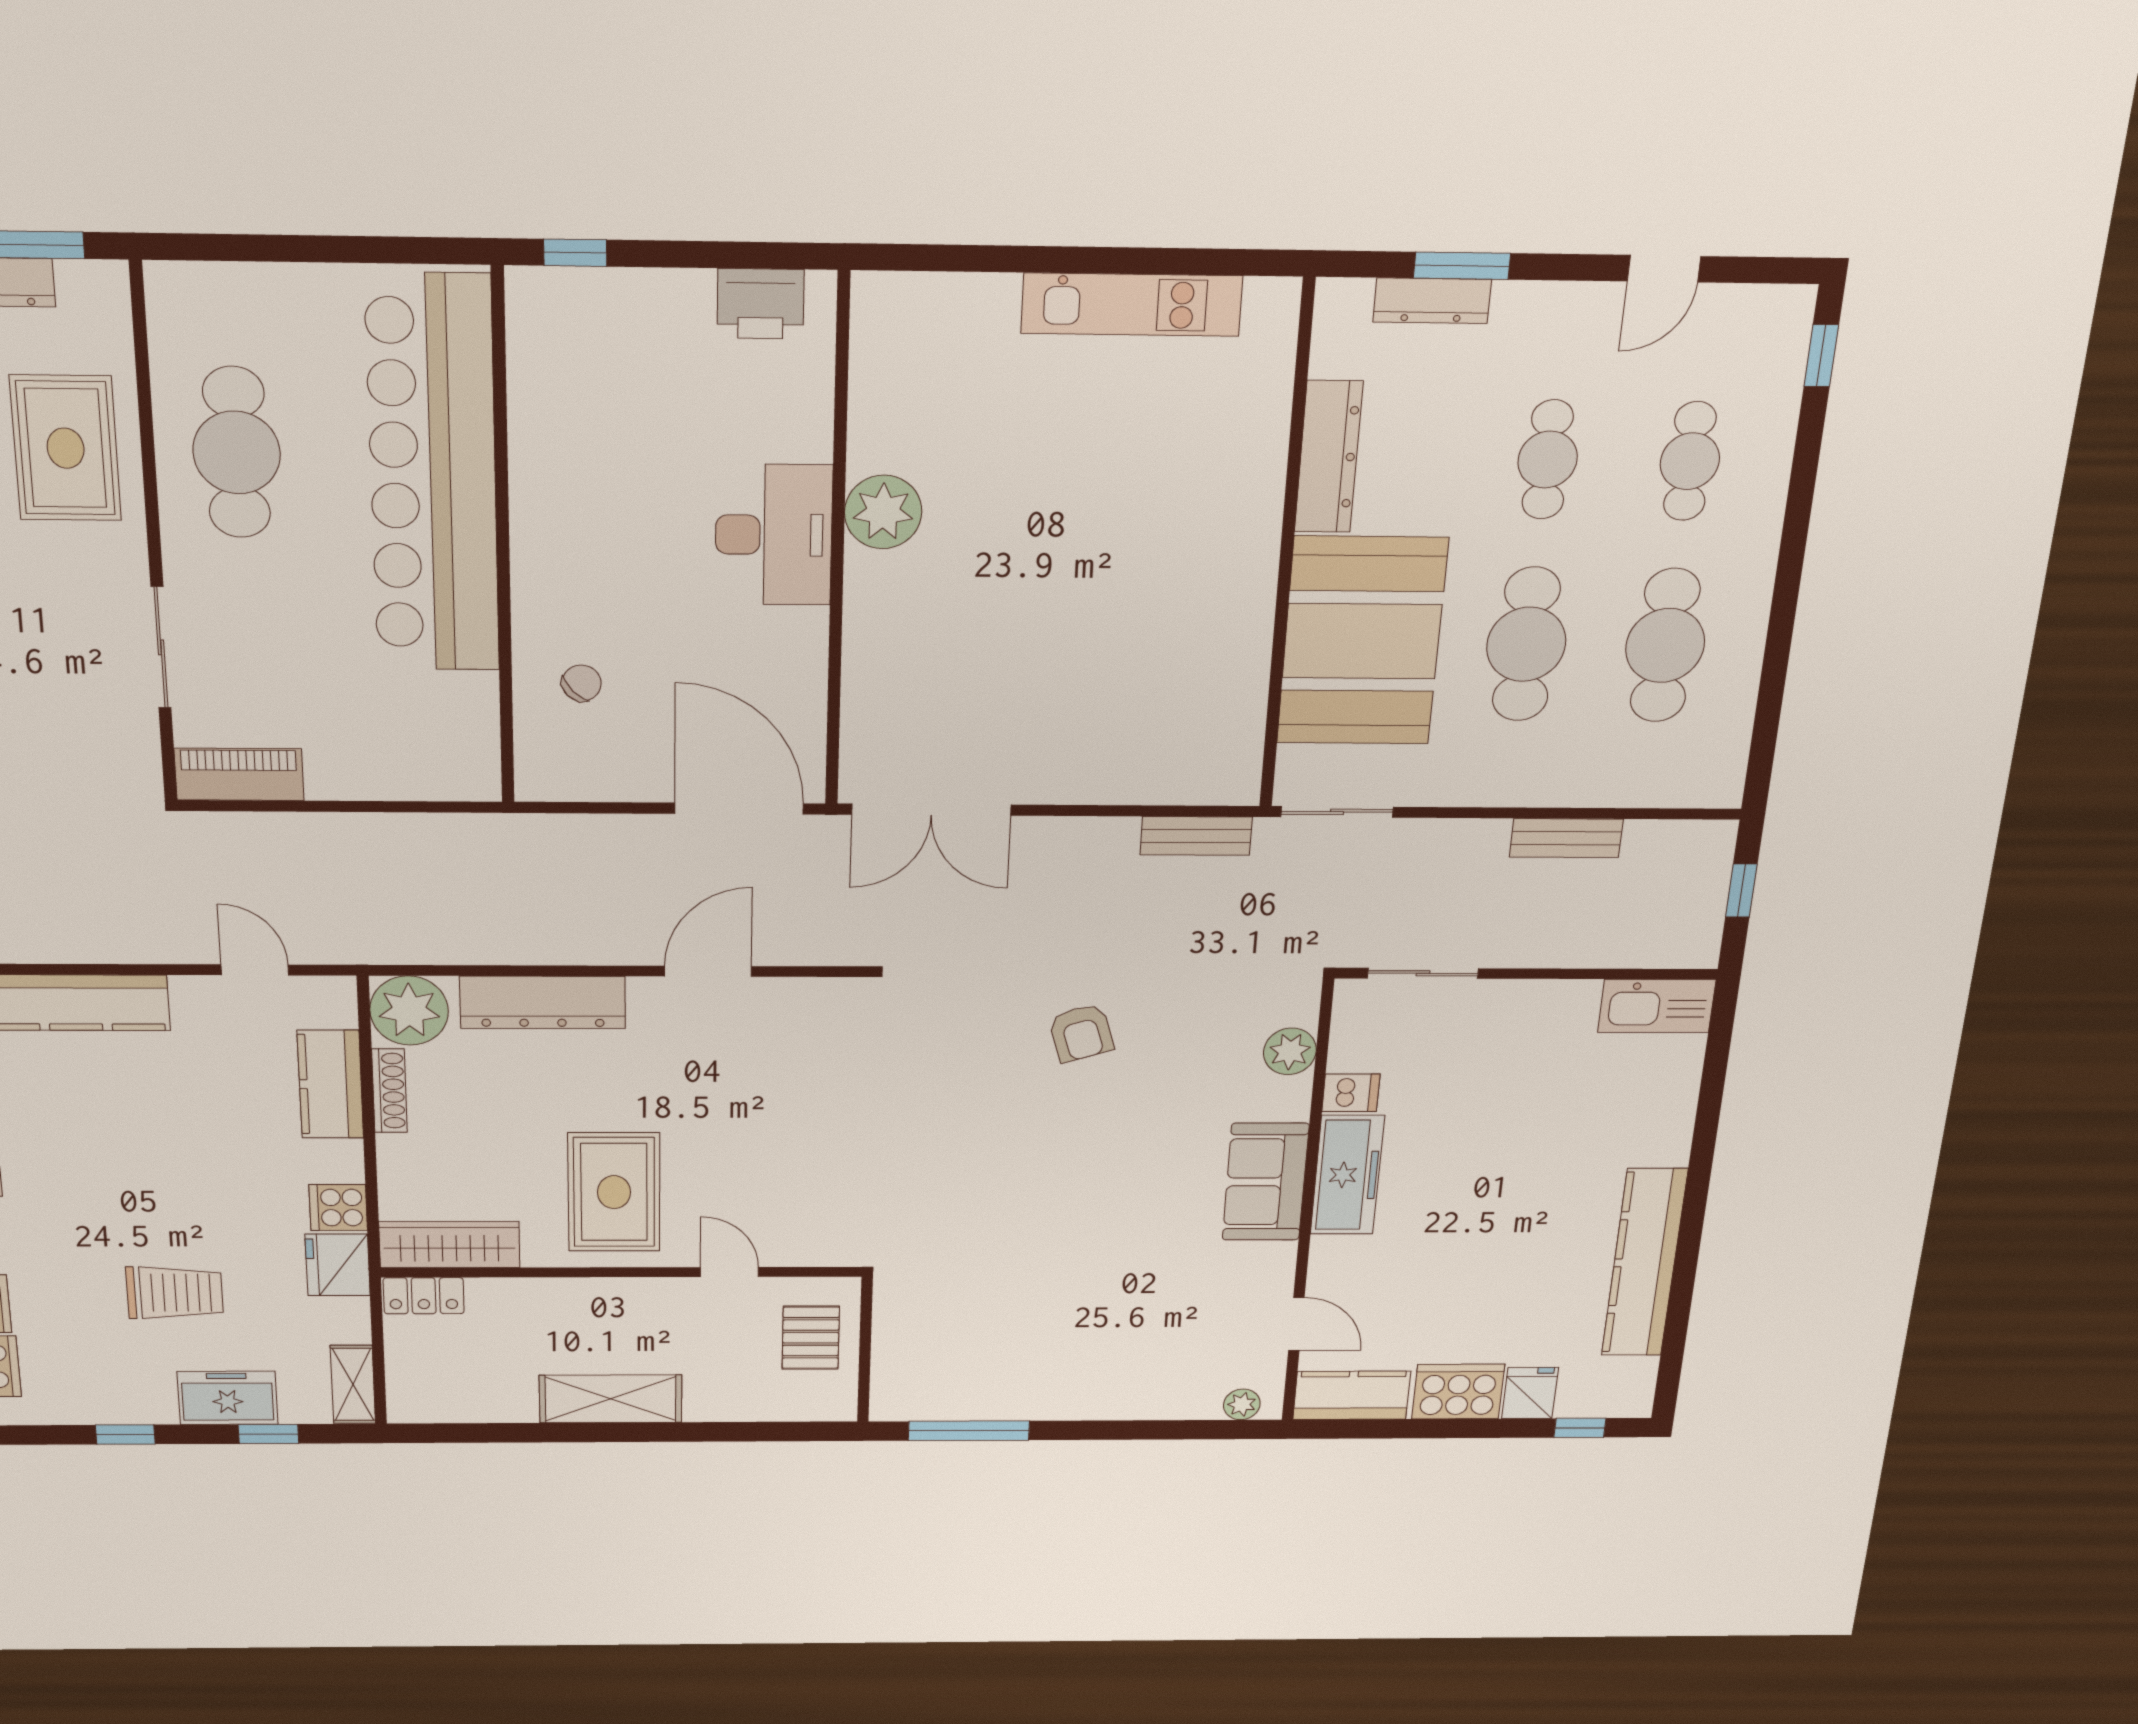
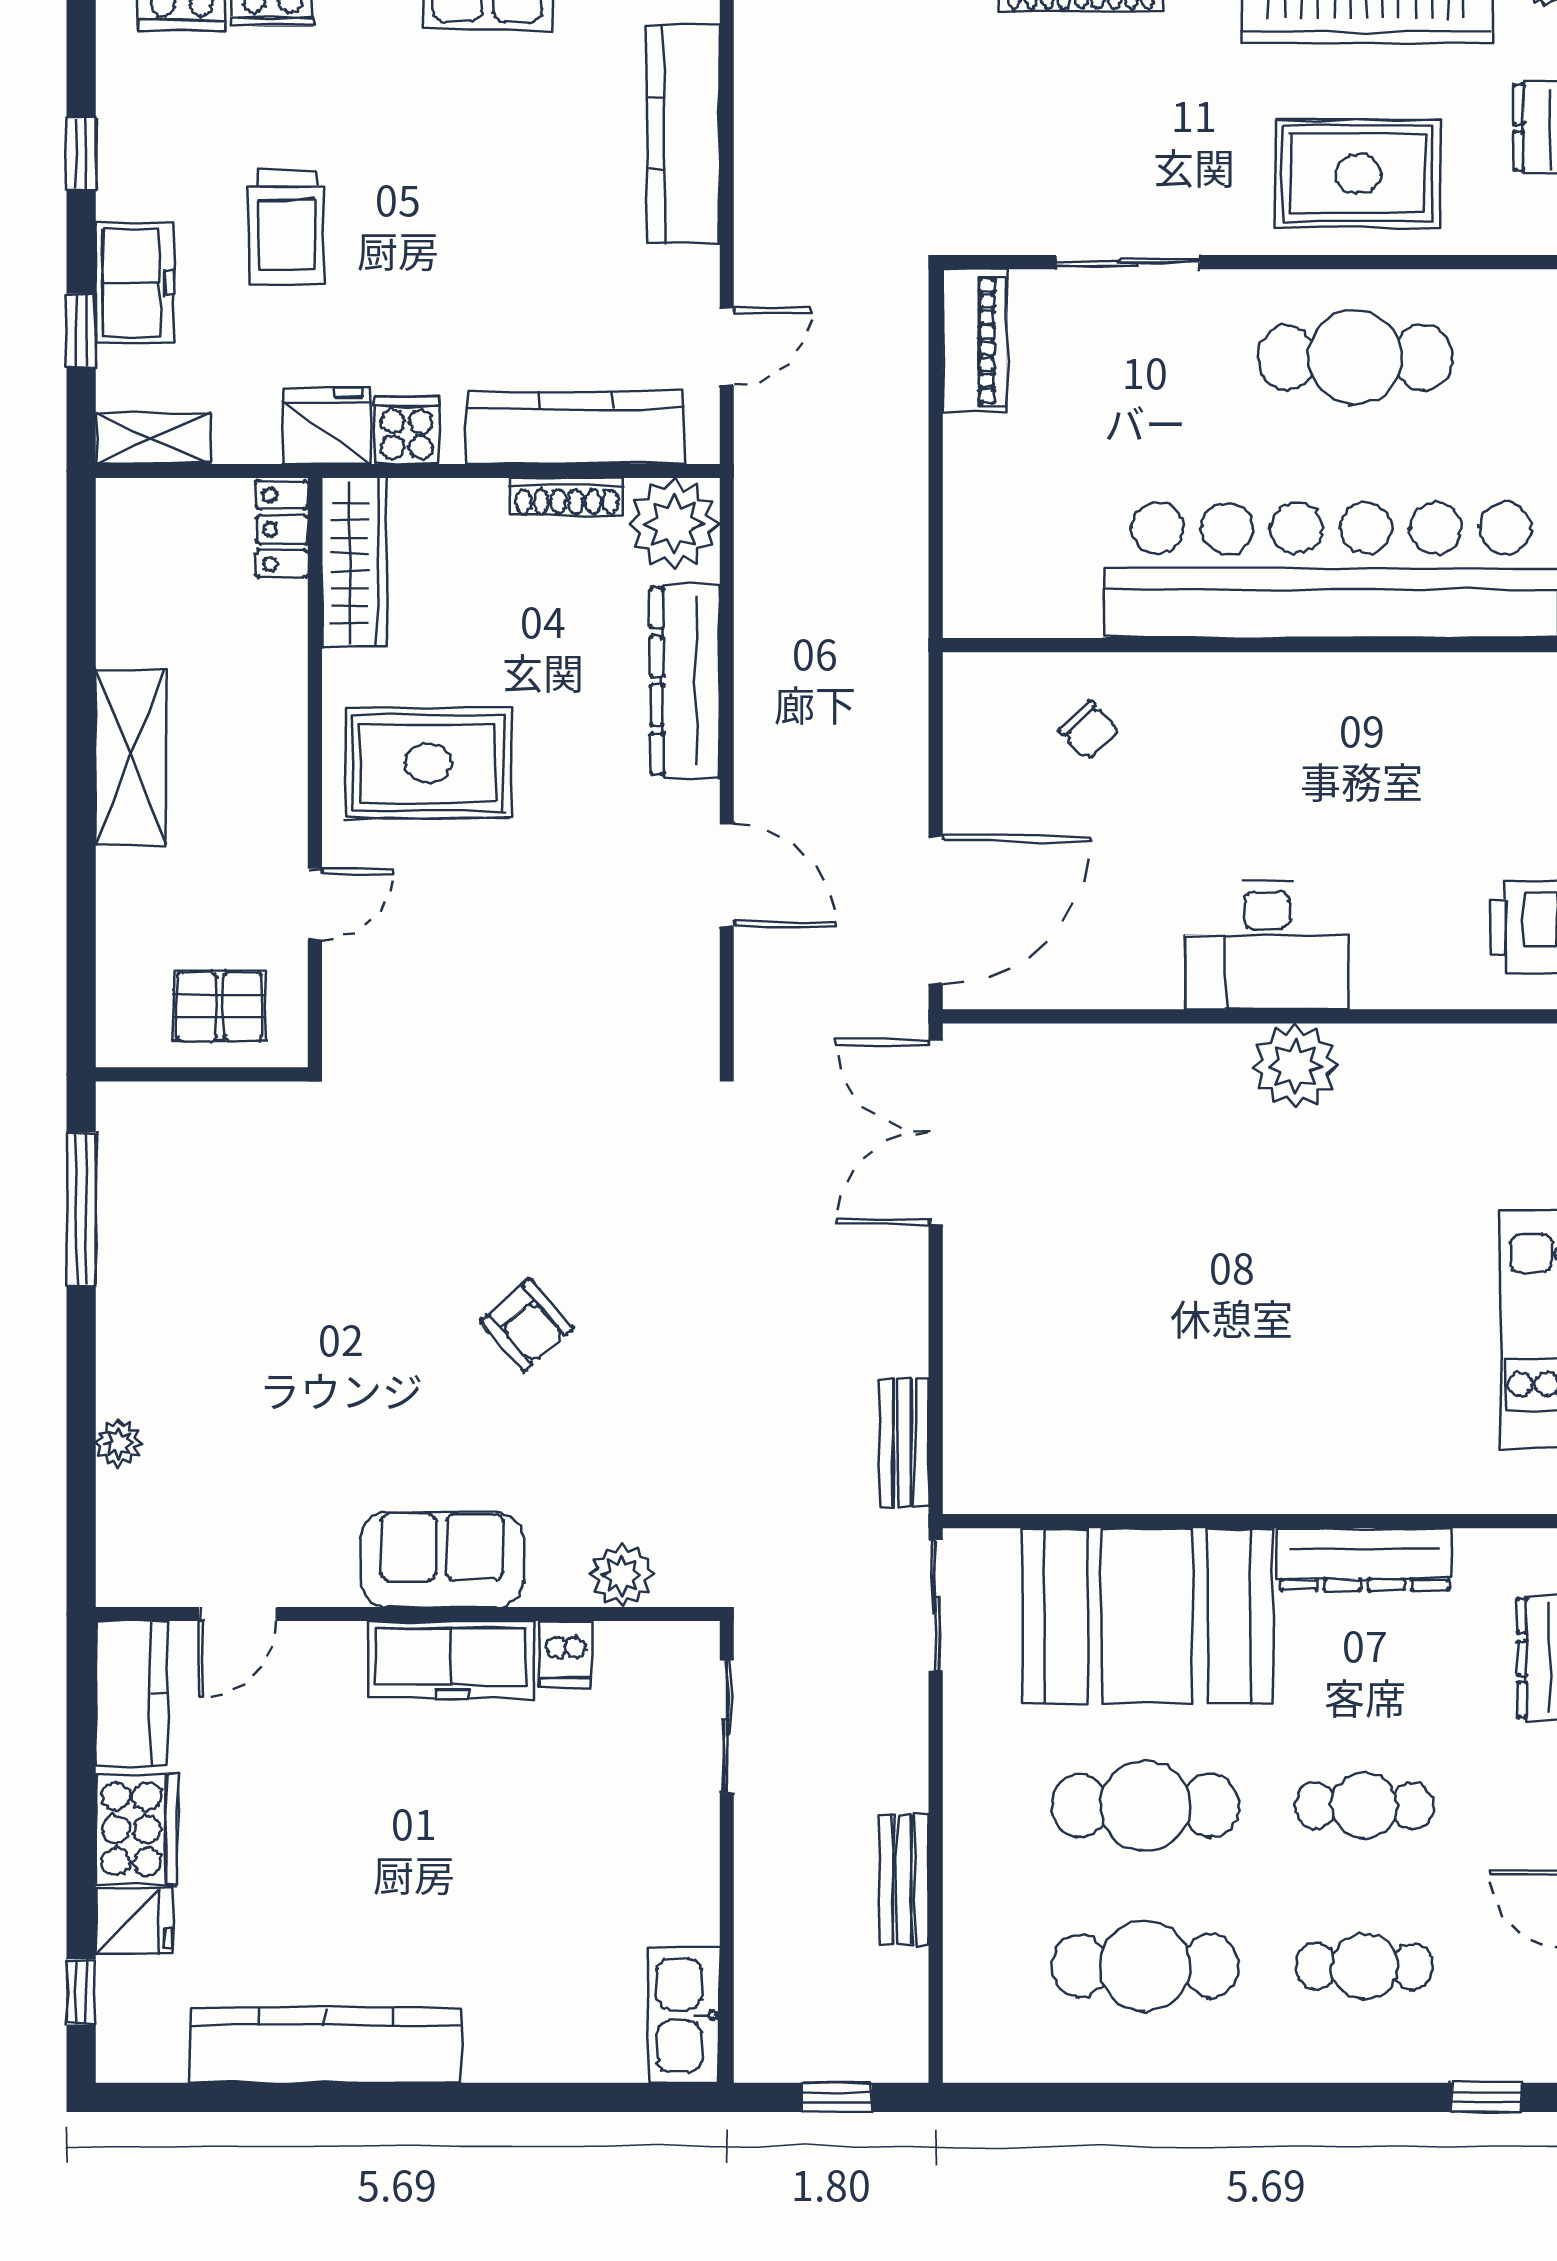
armchair: (1081, 1033) -> (527, 1325), moved, turned -114
kitchen counter: (330, 1084) -> (576, 428), width x1.50
plant: (1242, 1404) -> (119, 1443), moved

